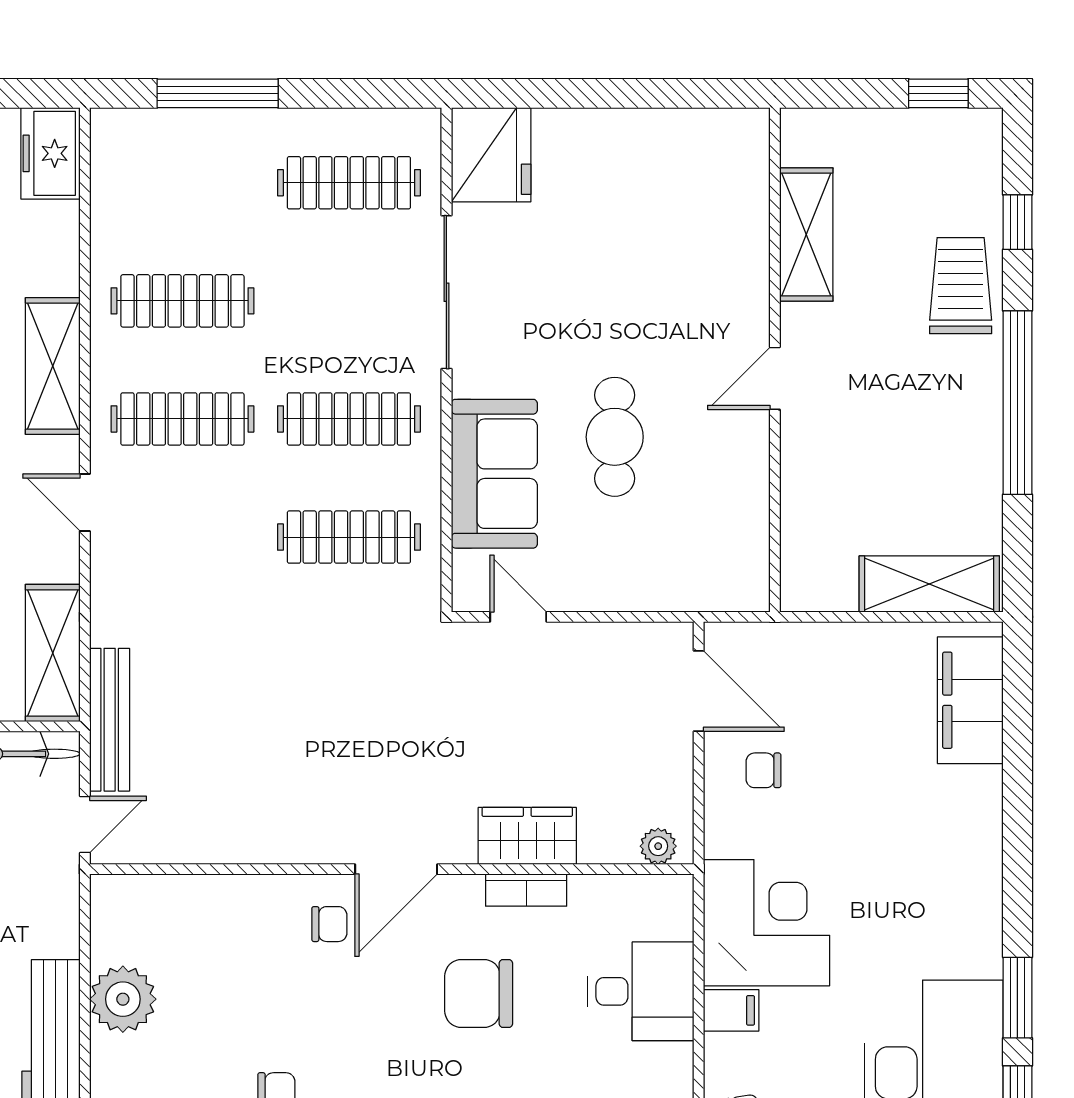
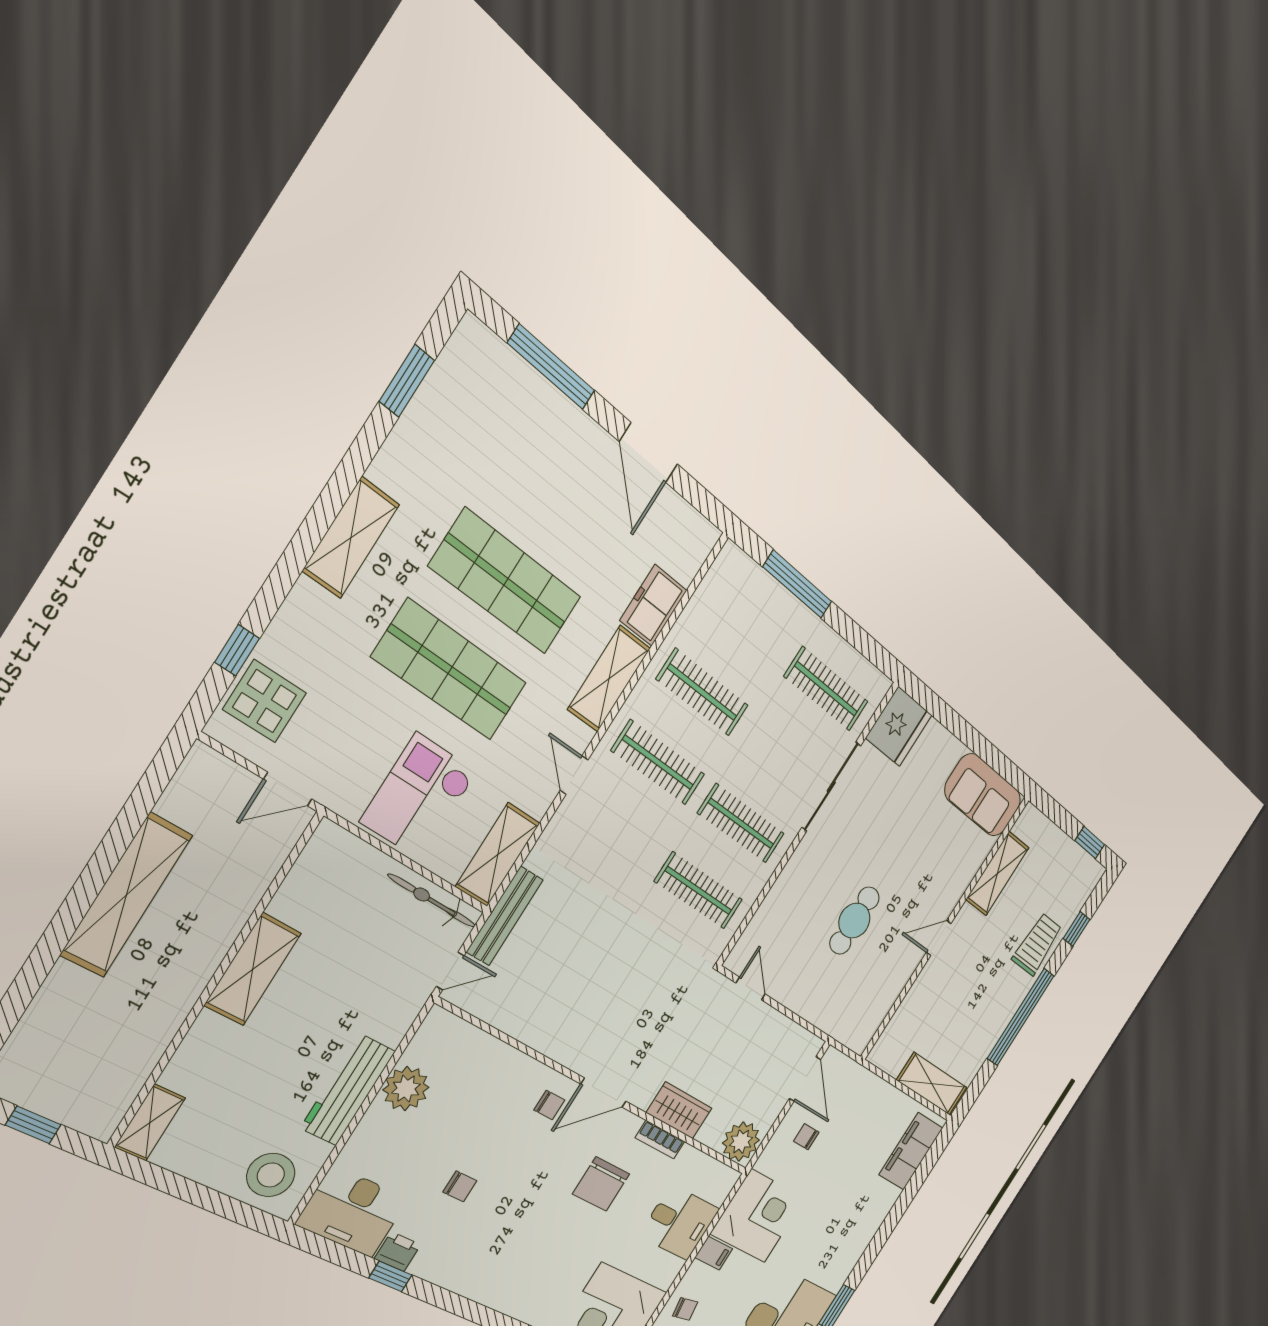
freezer: (50, 153) -> (653, 605), moved
sofa: (494, 474) -> (983, 795), moved, turned 90
plant: (658, 846) -> (741, 1142), width x1.87, depth x1.87
chair: (479, 993) -> (601, 1184), turned -90

